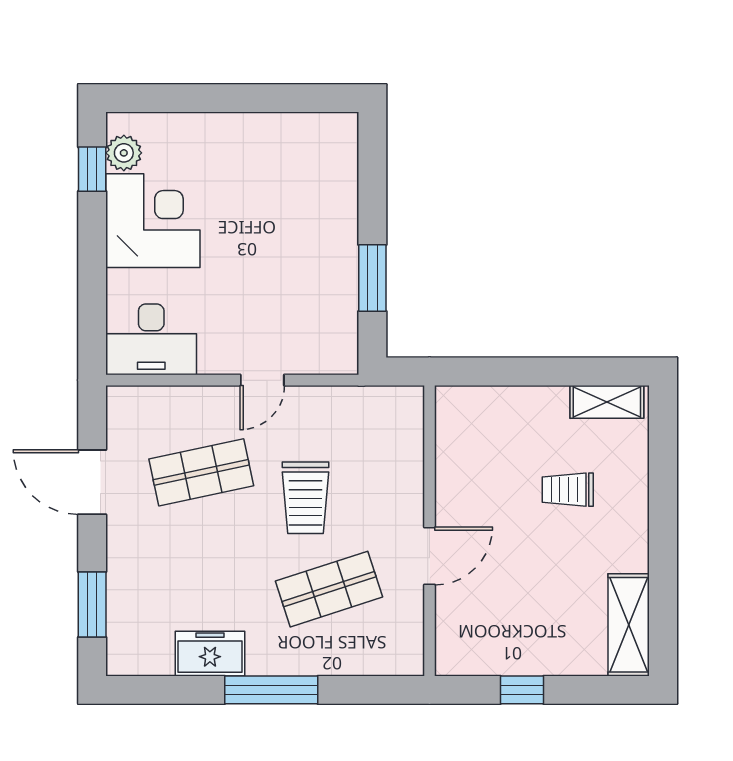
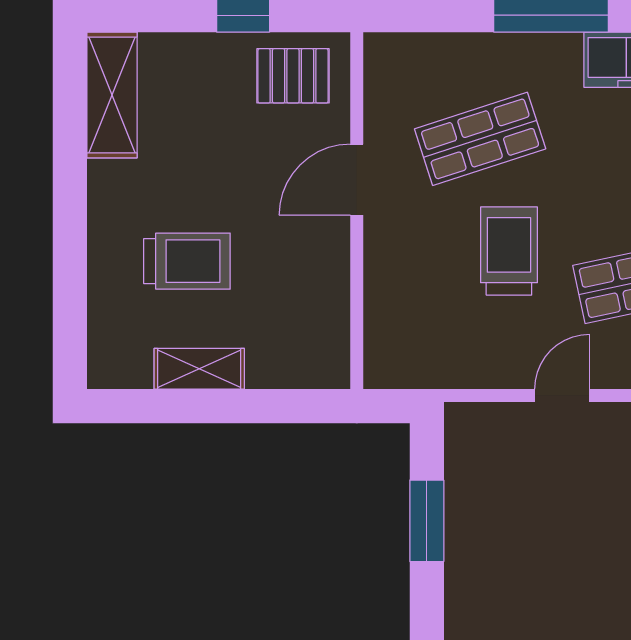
shelving: (607, 402) -> (199, 369), moved
trolley: (568, 490) -> (187, 261), width x1.36, depth x1.39
pallet: (481, 640) -> (293, 76), added

